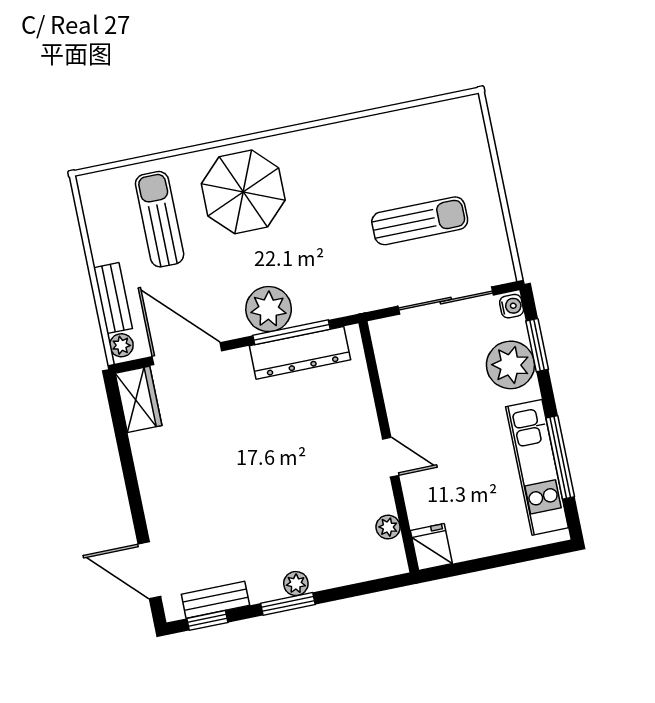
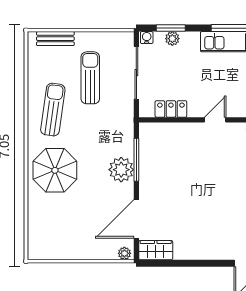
sun lounger: (160, 219) -> (53, 110), moved, turned 98
bench: (113, 298) -> (55, 39), moved
dresser: (300, 353) -> (148, 157), removed
plant: (510, 365) -> (172, 39), width x0.53, depth x0.53
locker: (394, 375) -> (171, 109), added

